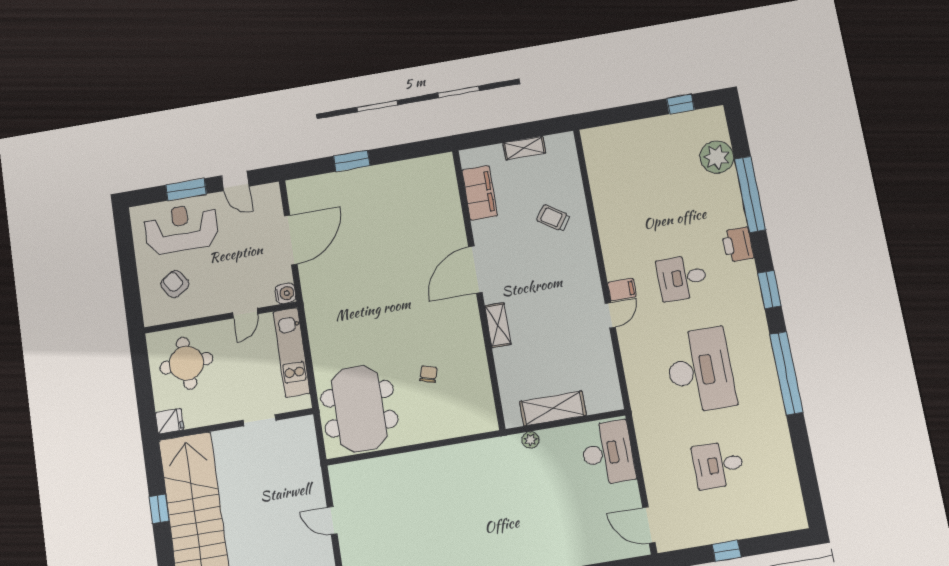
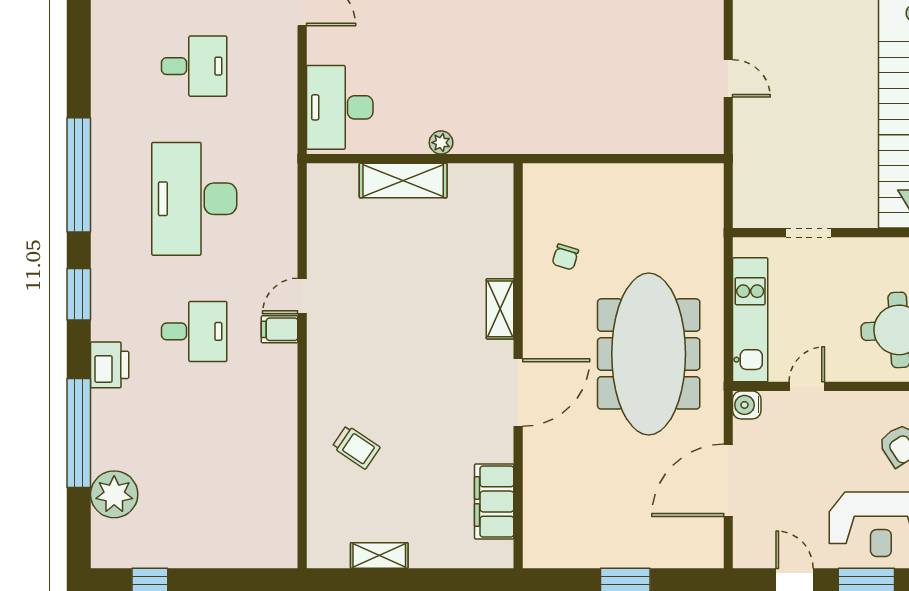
filing cabinet: (480, 193) -> (494, 502), moved
door: (475, 270) -> (518, 393), moved
wall: (478, 288) -> (518, 366), moved
shelving: (498, 325) -> (500, 309), moved
meeting table: (359, 409) -> (649, 354), moved, width x1.36

